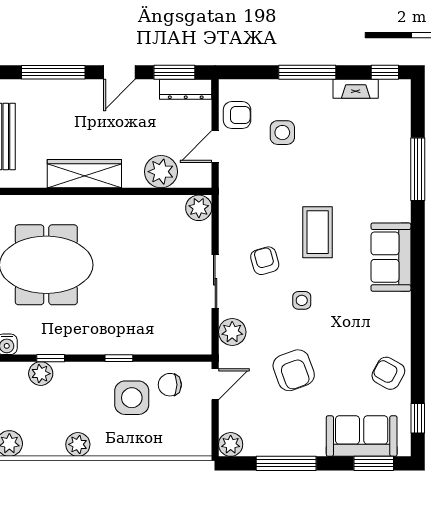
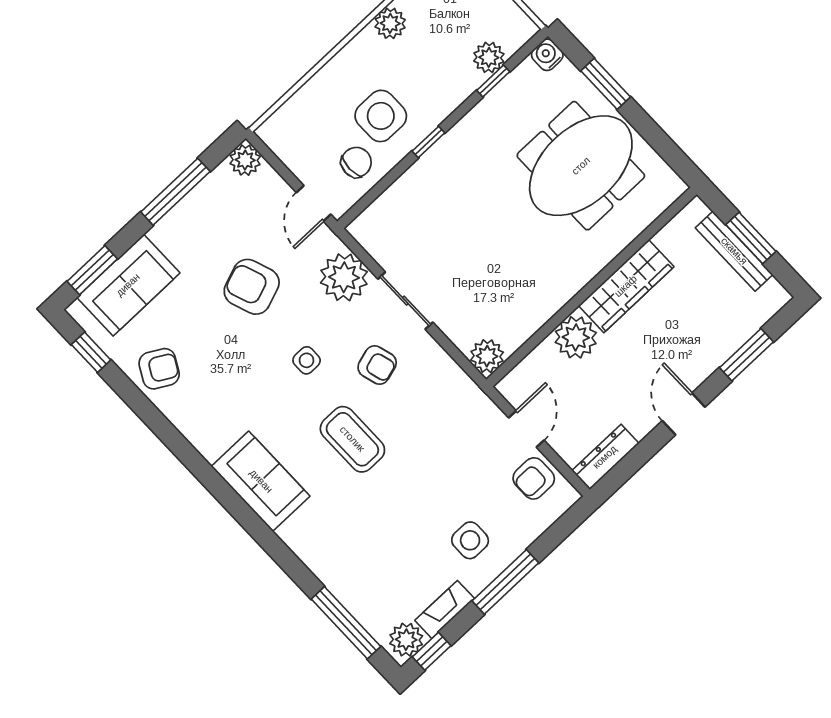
window: (53, 72) -> (746, 355), width x0.69
window: (174, 72) -> (631, 463), removed
plant: (393, 92) -> (406, 640), added
side table: (282, 133) -> (470, 540), moved
window: (418, 169) -> (346, 623), moved
plant: (161, 172) -> (576, 337), moved
plant: (232, 332) -> (344, 277), width x1.36, depth x1.36

